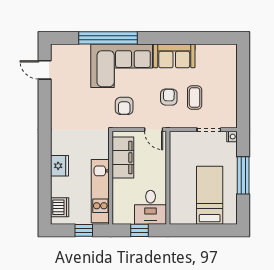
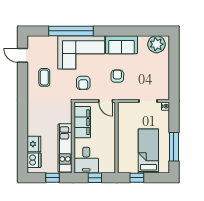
plant: (220, 55) -> (156, 44), added
coffee table: (195, 98) -> (44, 77), moved
fridge: (60, 166) -> (34, 144), moved
window: (243, 175) -> (174, 147), moved
desk: (151, 207) -> (86, 160), moved
window: (194, 230) -> (137, 178), added

